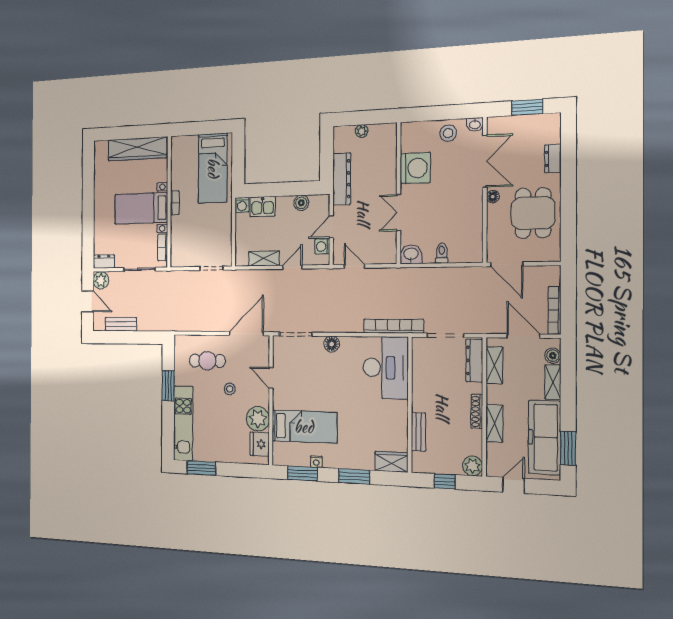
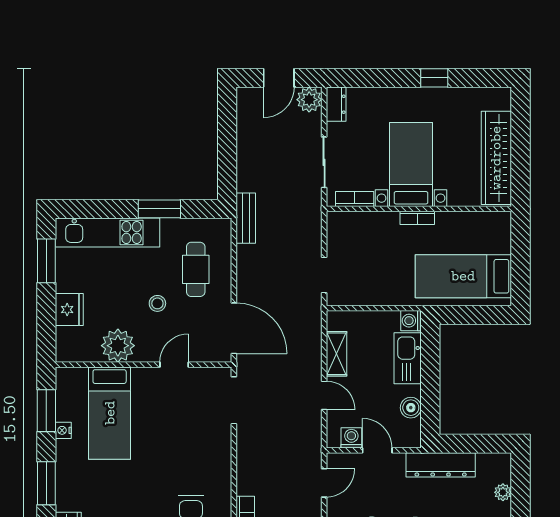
window: (88, 194) -> (434, 78), added
kitchen sink: (263, 206) -> (408, 358), width x1.38
bench: (121, 324) -> (246, 218), moved
floor lamp: (332, 344) -> (221, 452), removed
fridge: (260, 444) -> (69, 310), moved, turned 90

